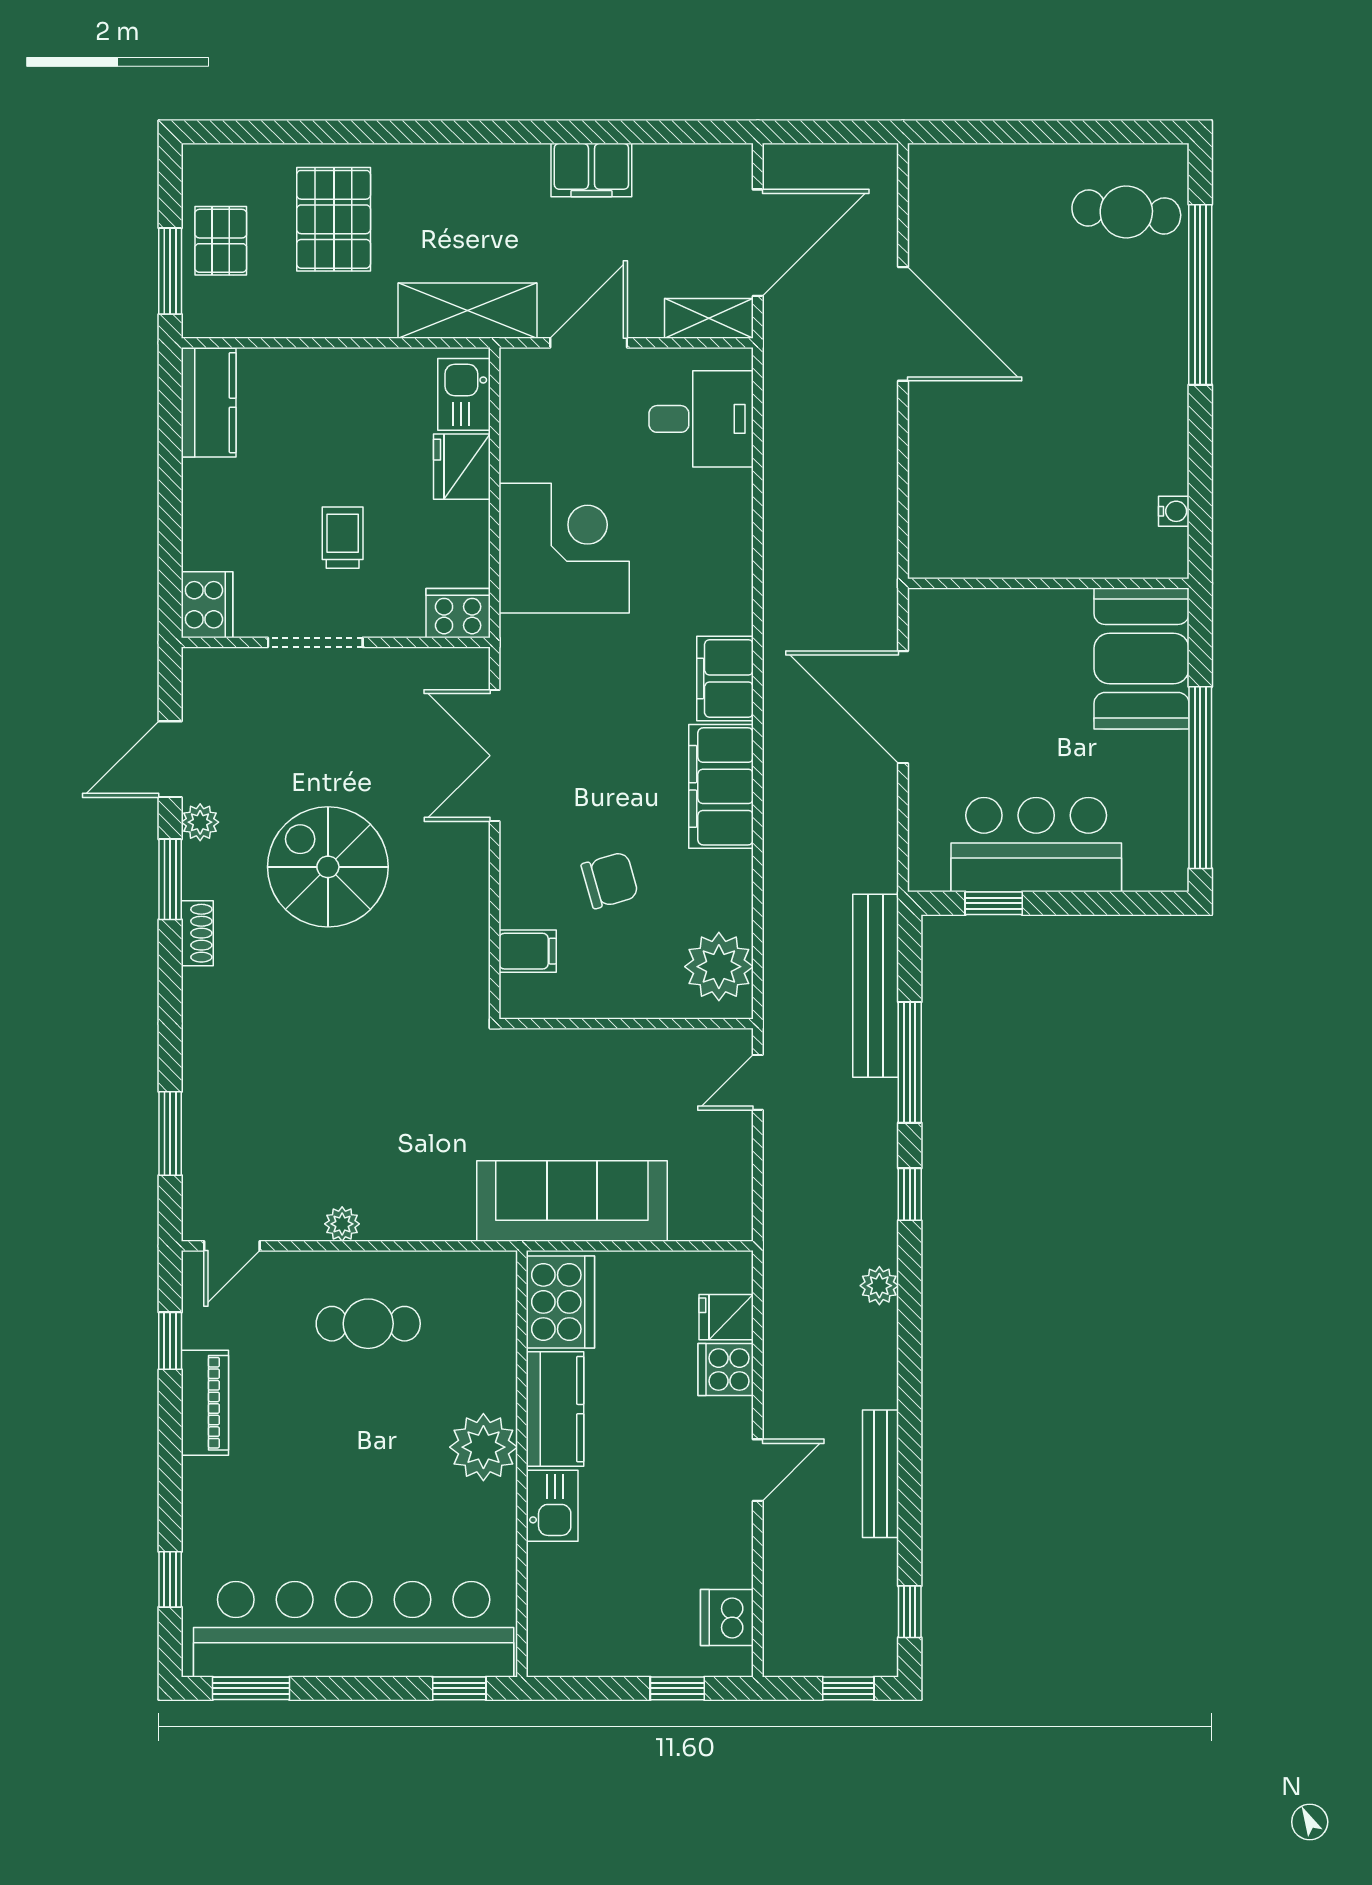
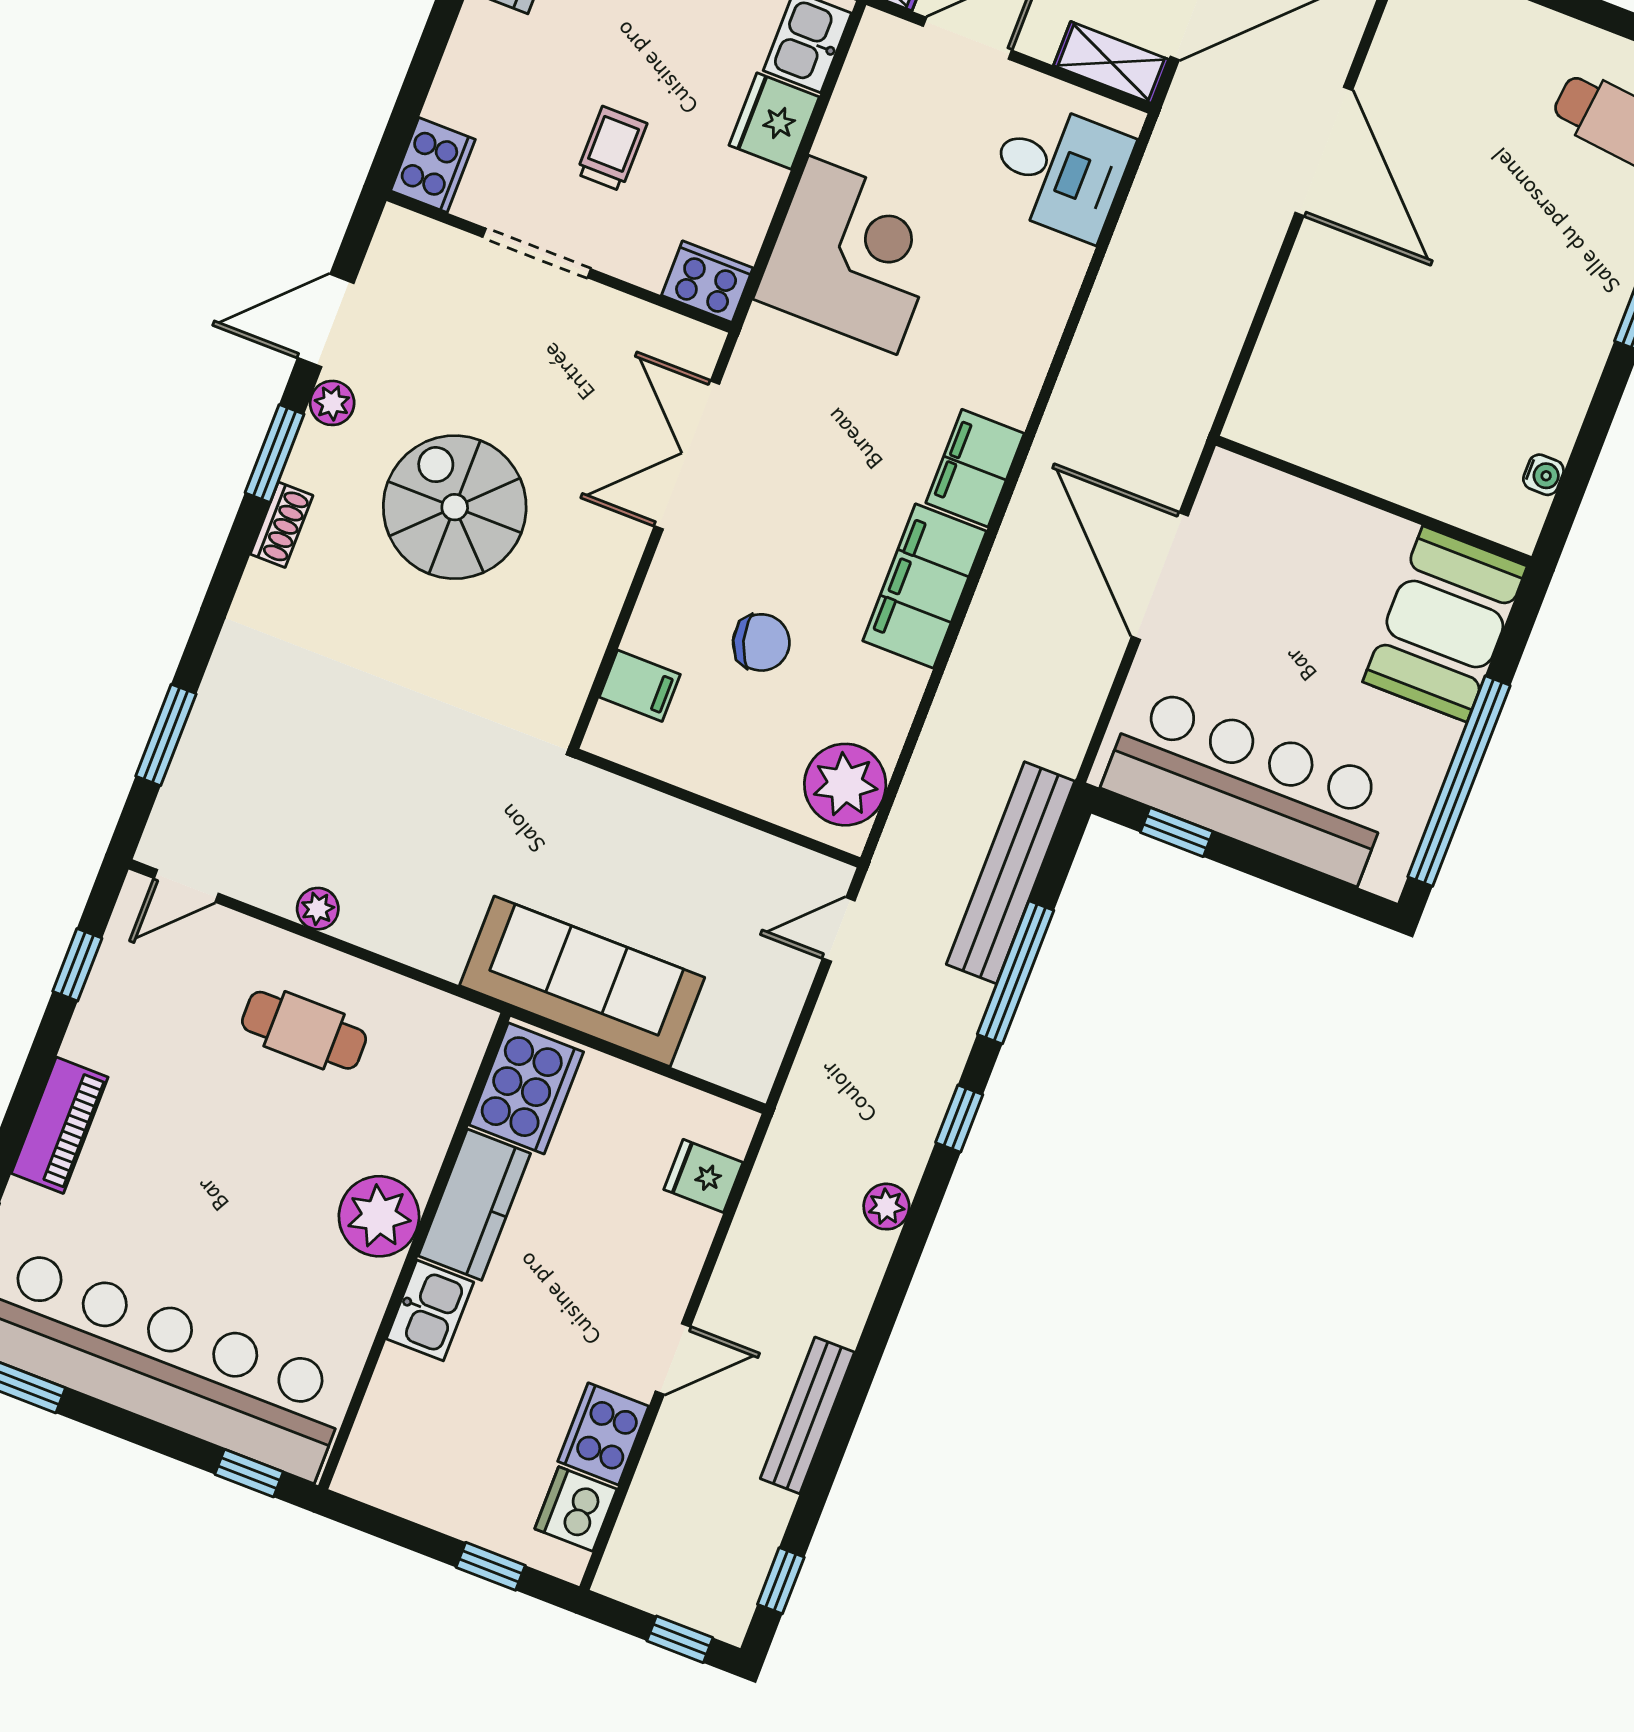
bar counter: (1036, 845) -> (1249, 785), width x1.36
cooker: (726, 1370) -> (603, 1434), moved, width x1.36
piano: (205, 1403) -> (60, 1125), moved

